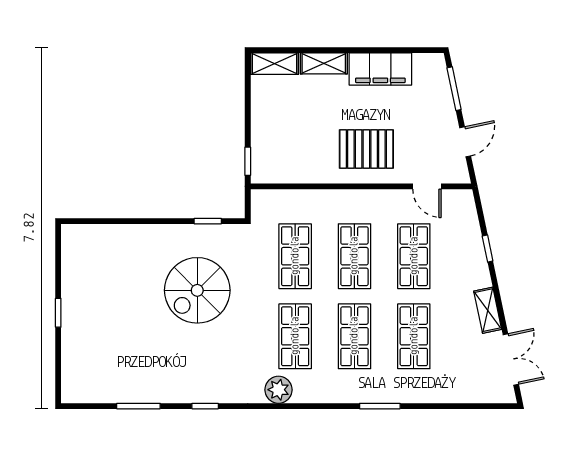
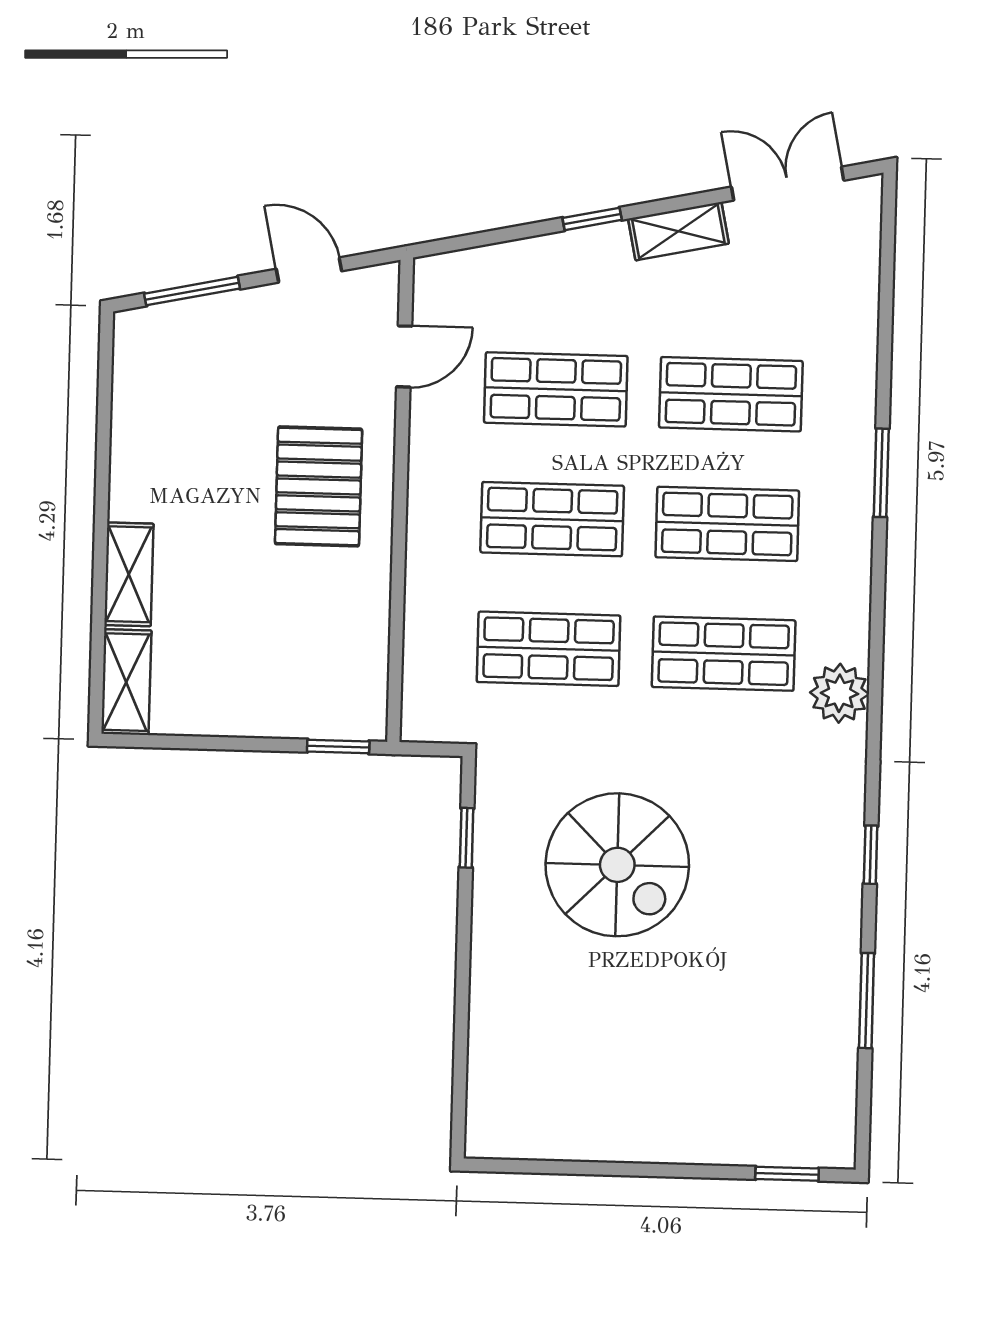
filing cabinet: (380, 69) -> (145, 451), removed
window: (488, 248) -> (592, 219), moved
window: (58, 313) -> (787, 1174), moved

